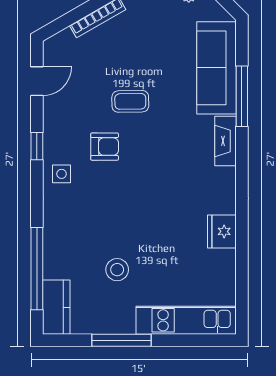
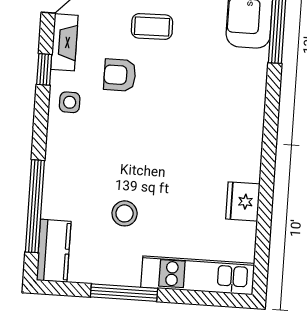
fireplace: (226, 141) -> (64, 42), moved, turned 180
armchair: (105, 147) -> (120, 75), turned 180
fridge: (222, 231) -> (243, 201), moved

